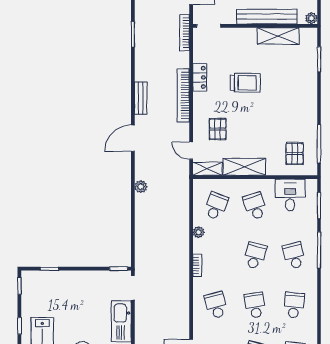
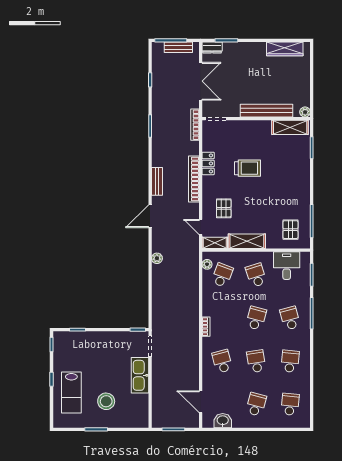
shelving: (278, 36) -> (290, 127), moved
plant: (198, 232) -> (207, 264), moved

